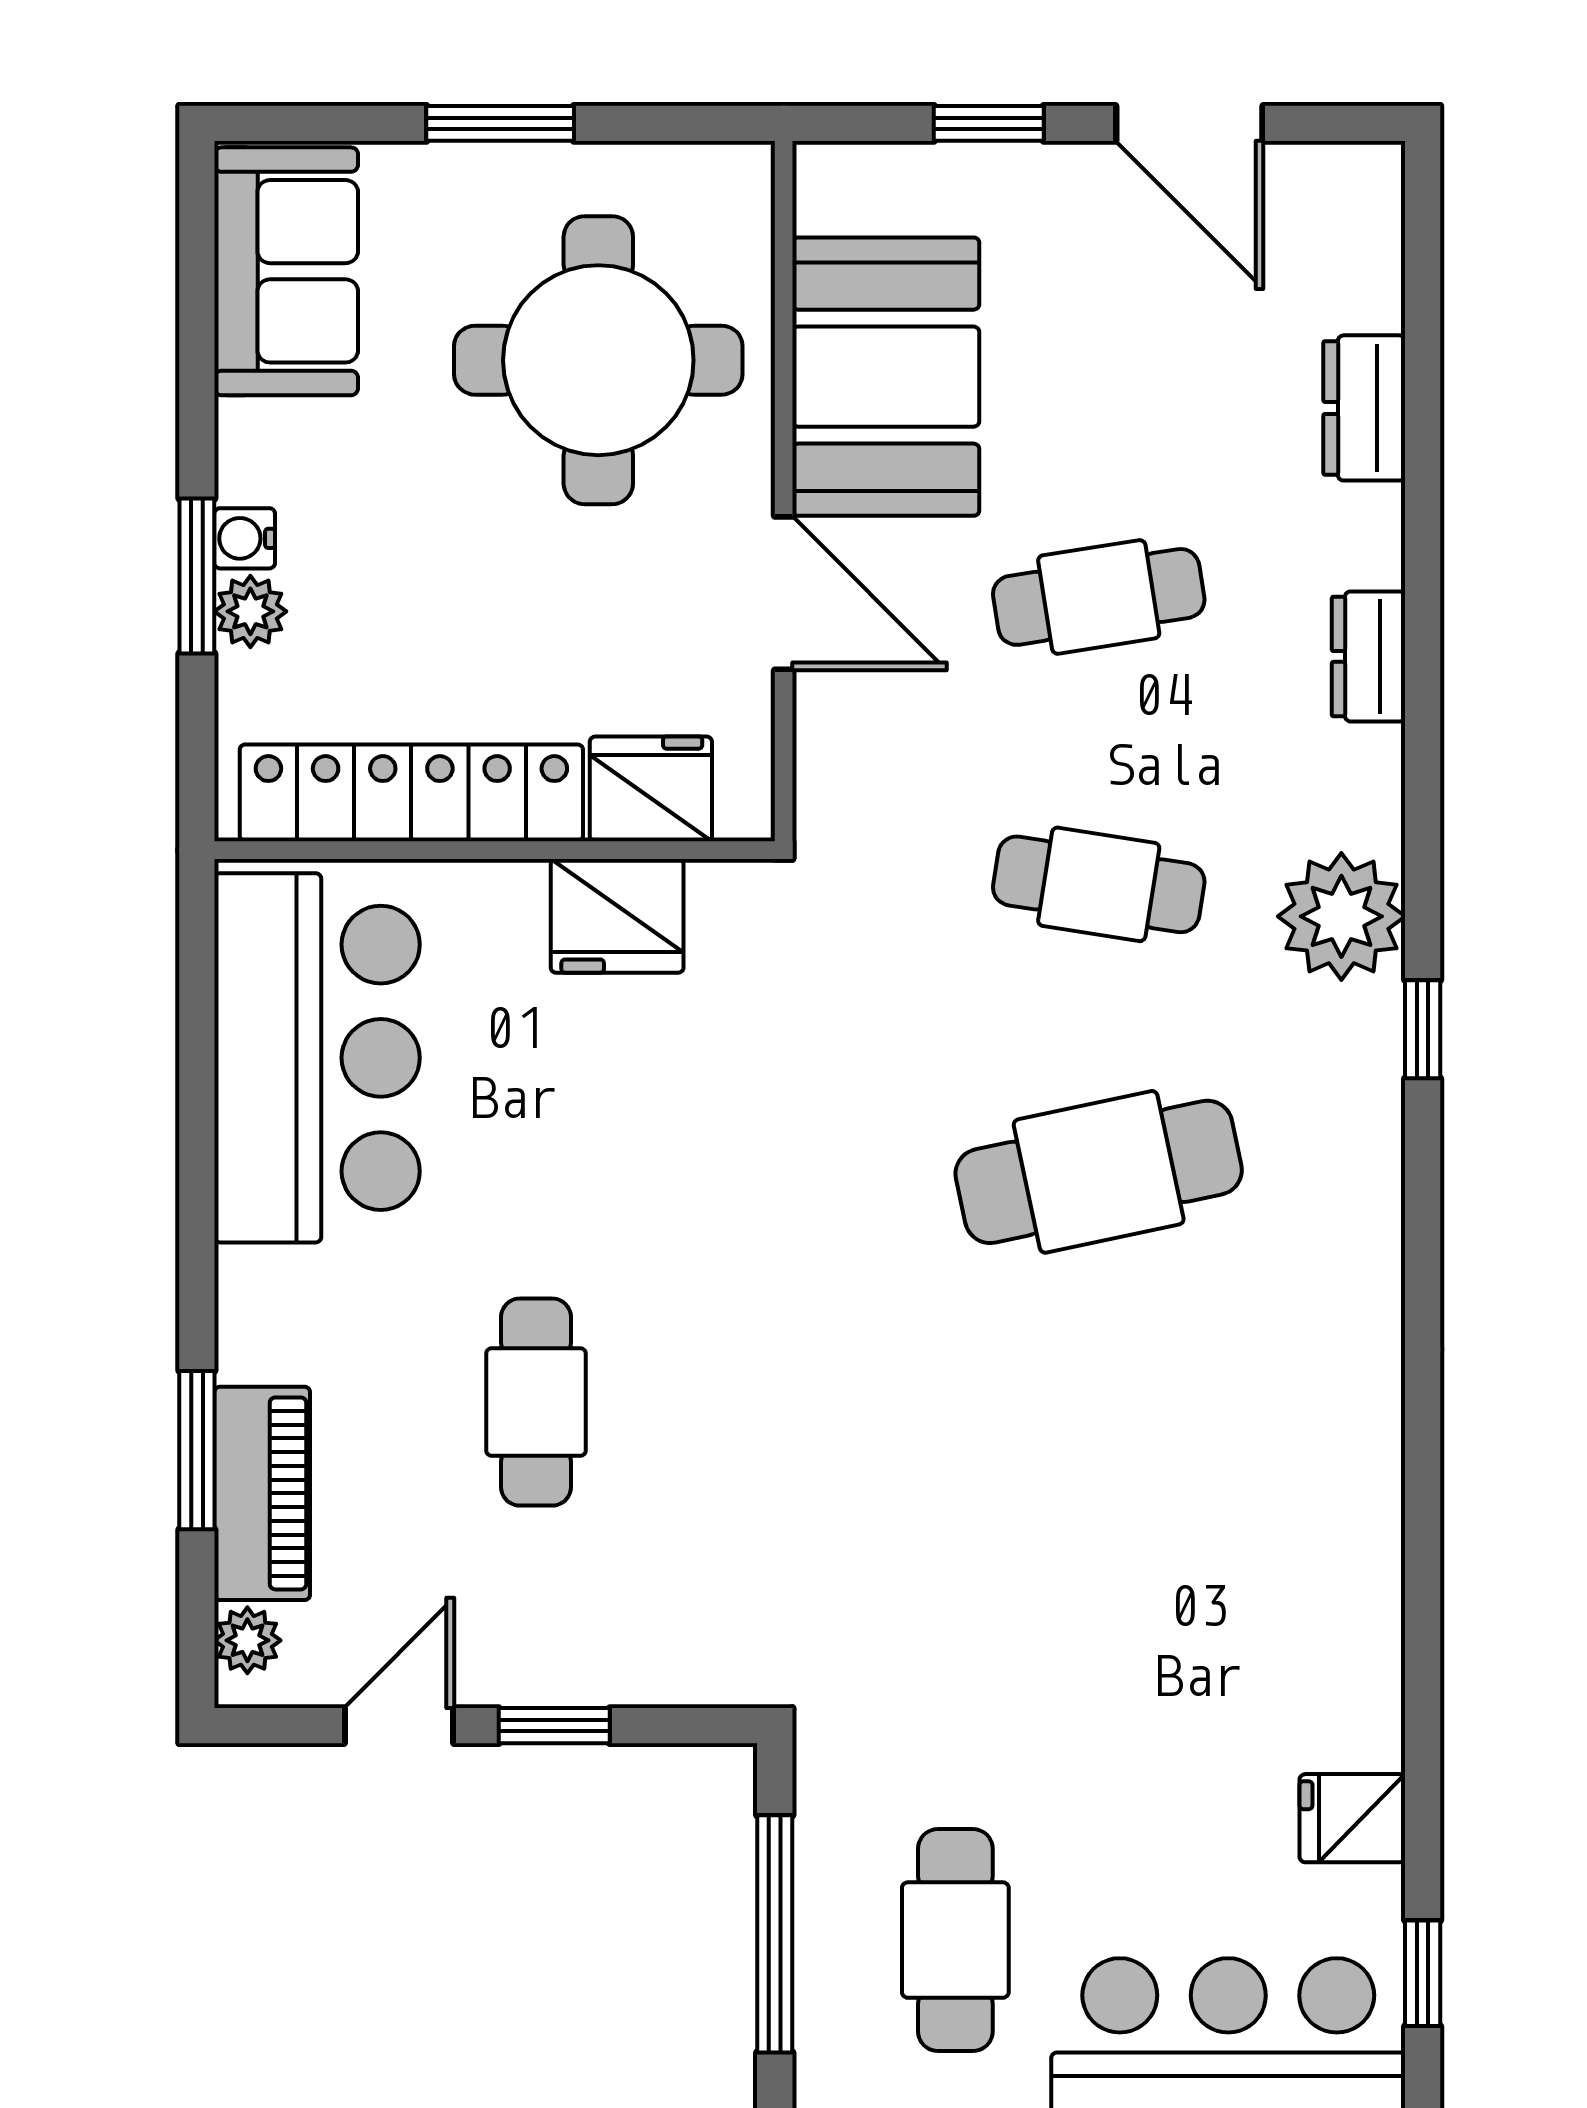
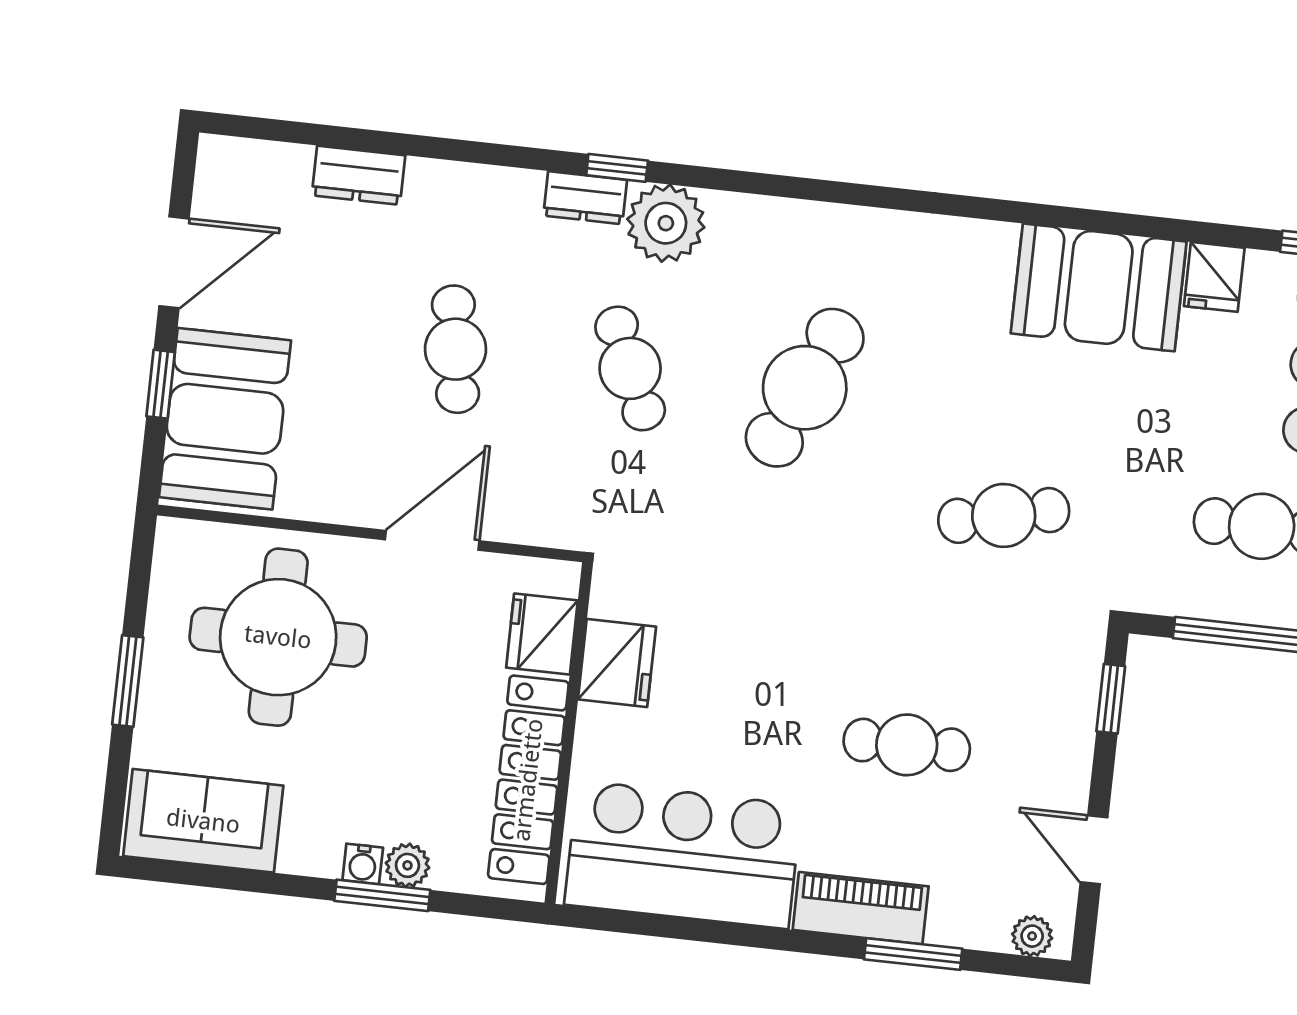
booth: (886, 377) -> (225, 419), moved, turned 90
dresser: (1368, 656) -> (585, 198), moved
cafe table: (1099, 884) -> (630, 368), turned -33
window: (1423, 1029) -> (617, 168), moved
cafe table: (1099, 1172) -> (805, 388), turned 36
piano: (262, 1493) -> (861, 908), moved
cafe table: (927, 1519) -> (1004, 515), added
booth: (1315, 1632) -> (1099, 287), added
window: (554, 1726) -> (1111, 699), moved

